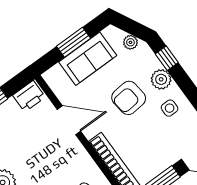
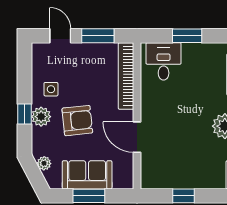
window: (167, 58) -> (25, 114), moved
printer: (29, 96) -> (155, 179), removed

